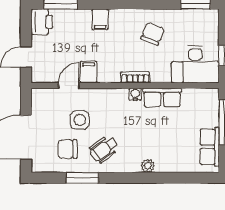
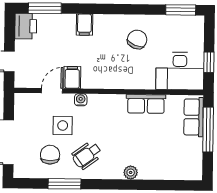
bookcase: (135, 77) -> (119, 83), removed
water cooler: (135, 94) -> (81, 100), moved
row of seats: (210, 147) -> (194, 117), moved
chair: (68, 149) -> (50, 155), turned 90

